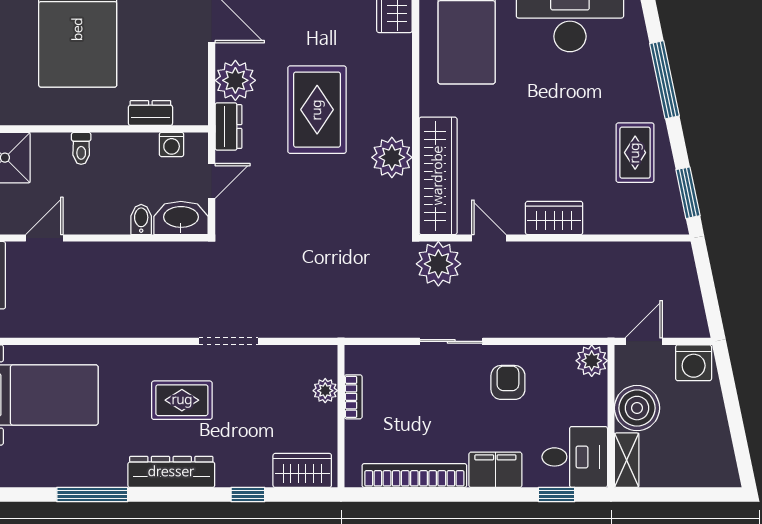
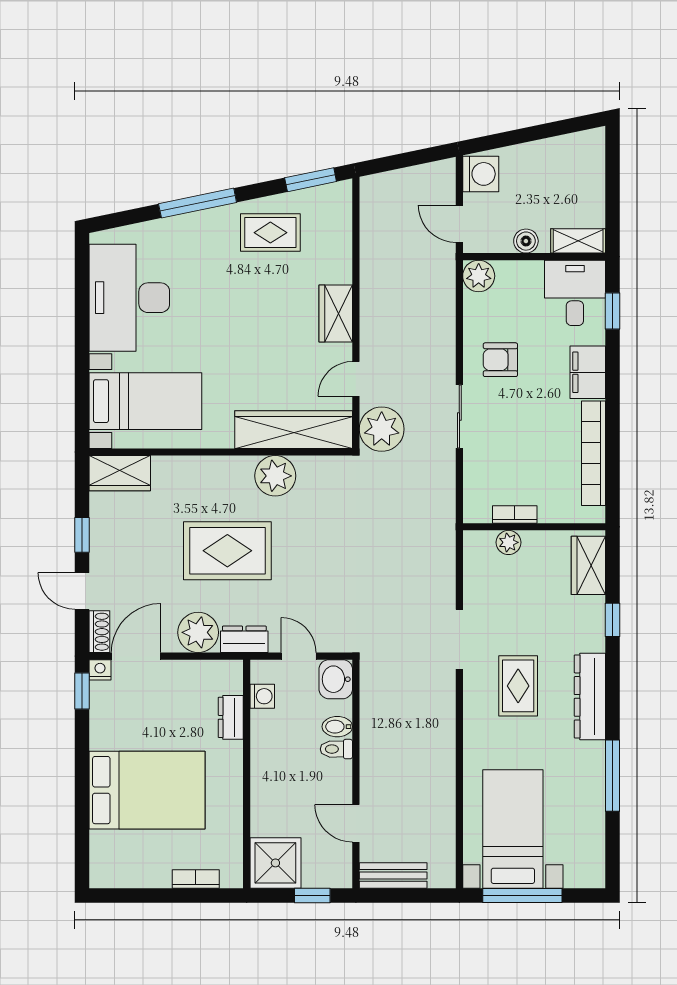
toilet: (81, 148) -> (336, 749), moved, turned 180
washbasin: (181, 218) -> (336, 679), width x0.72
boiler: (637, 408) -> (526, 241), width x0.54, depth x0.54

